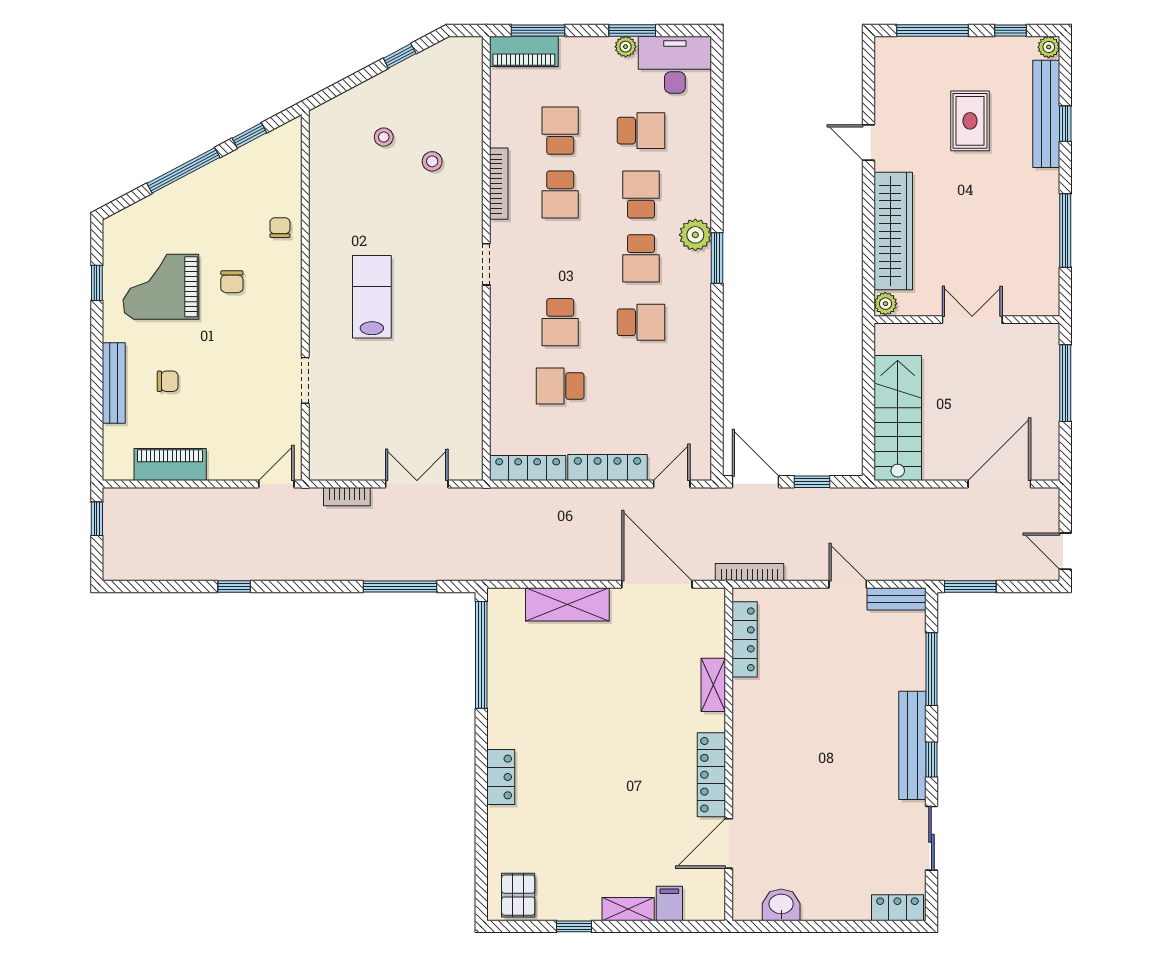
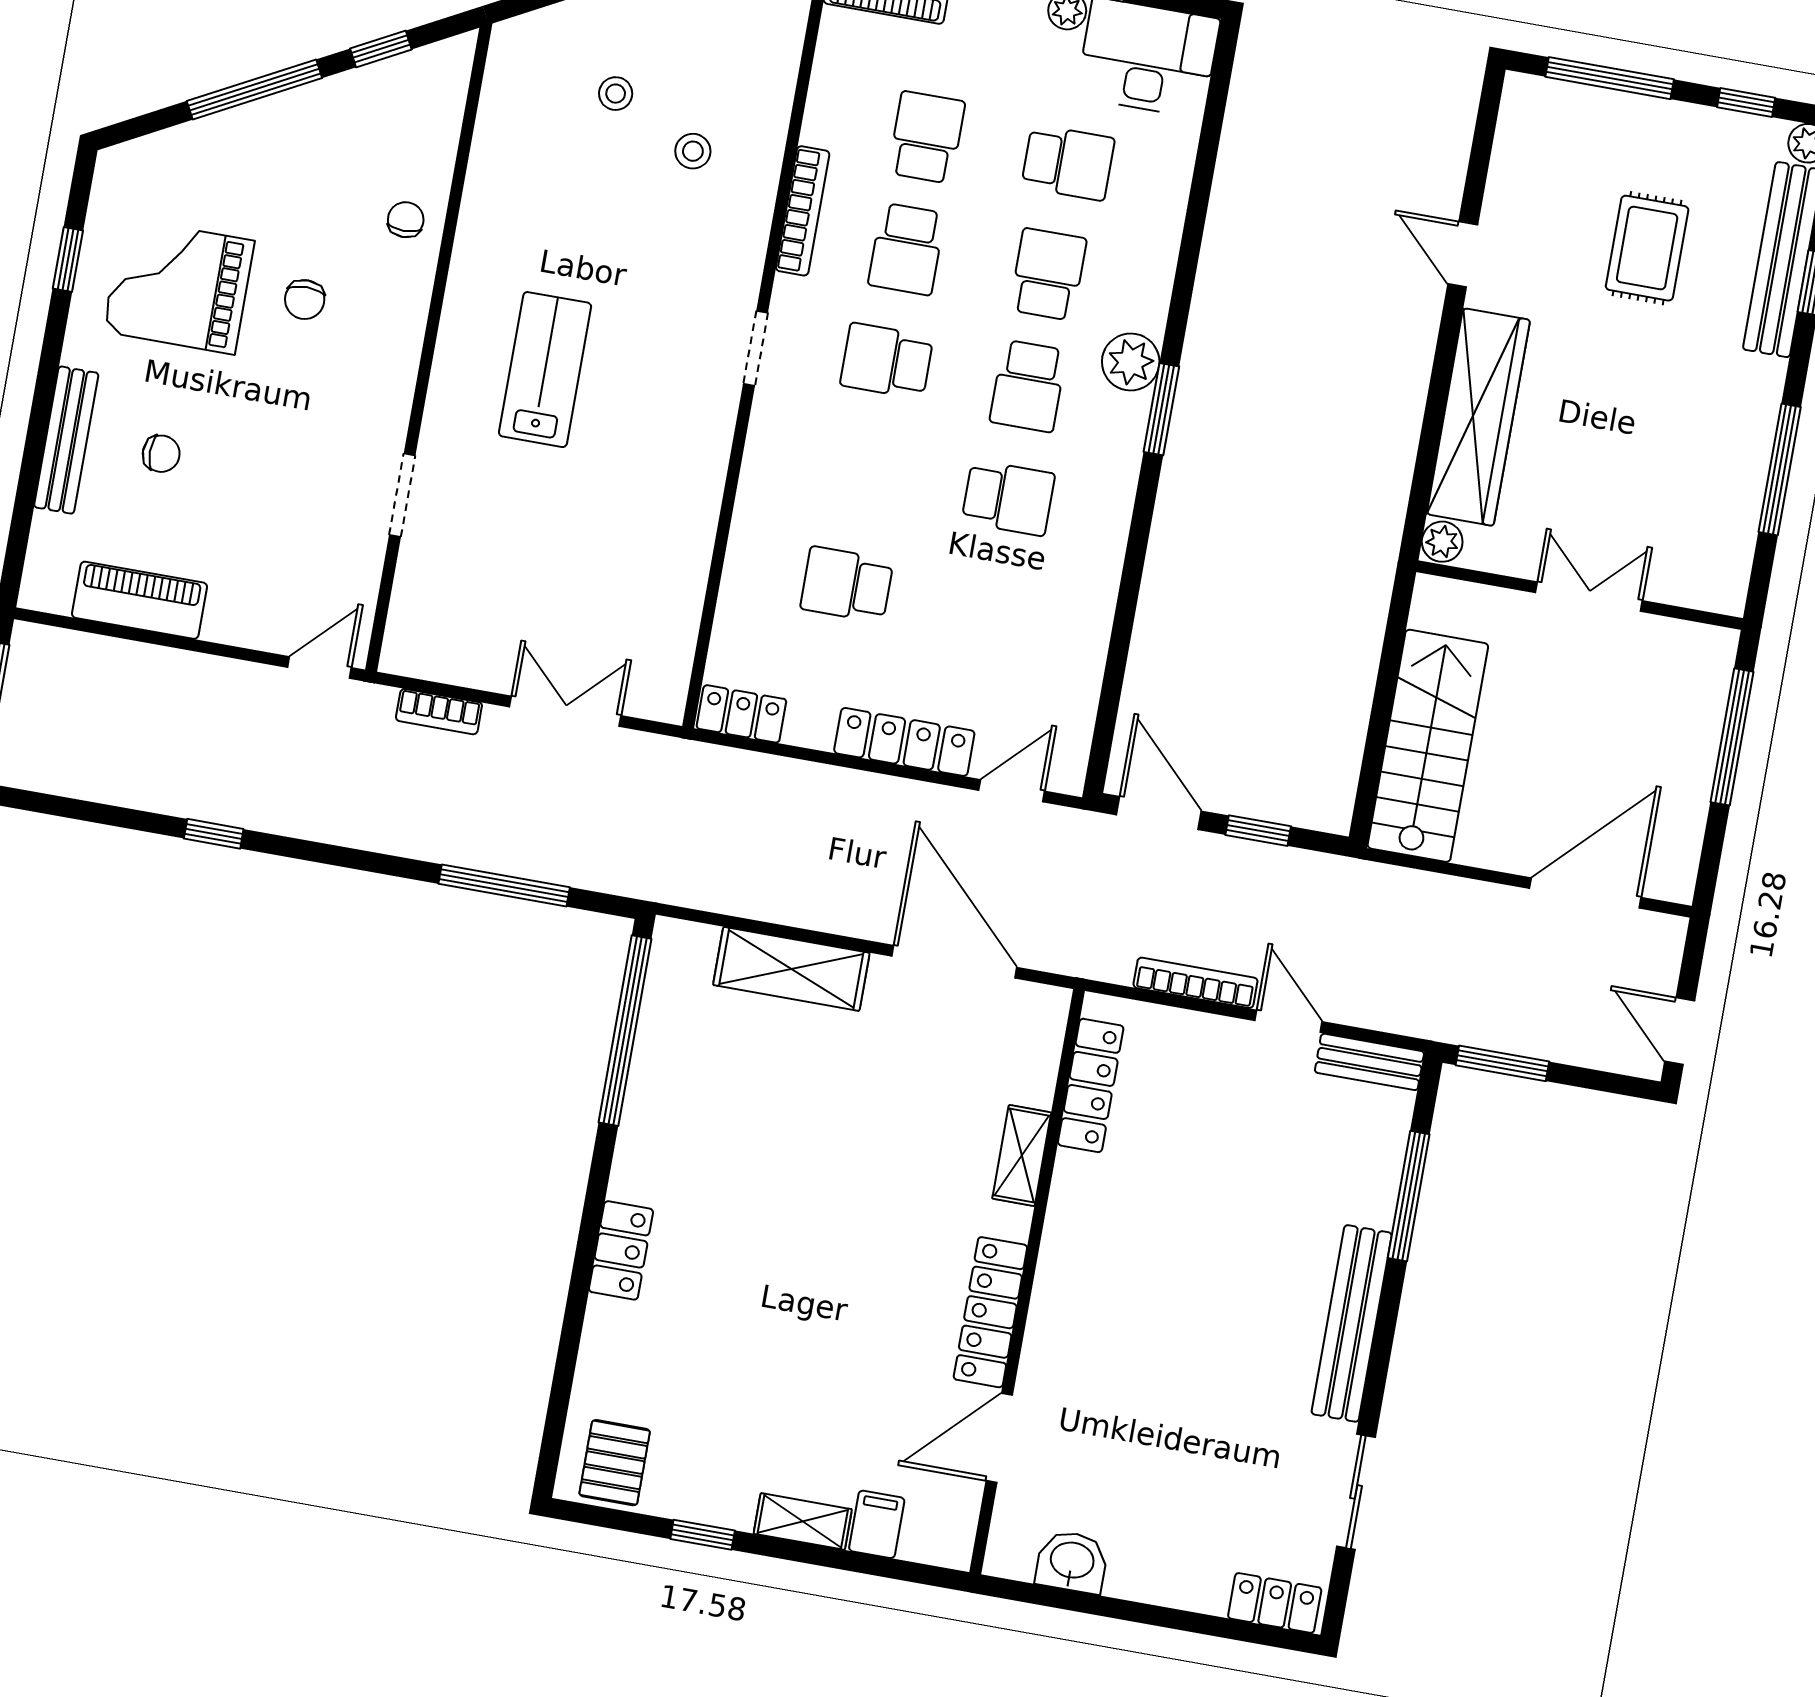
school desk: (560, 322) -> (887, 361), moved, turned 90
locker: (528, 468) -> (741, 714), width x0.66
bookcase: (750, 572) -> (1195, 983), moved
window: (931, 760) -> (1381, 1354), removed

